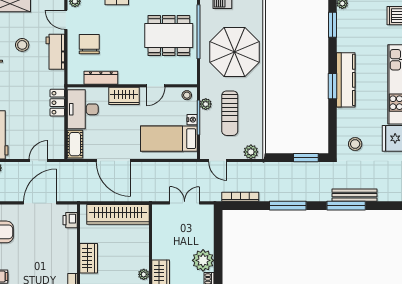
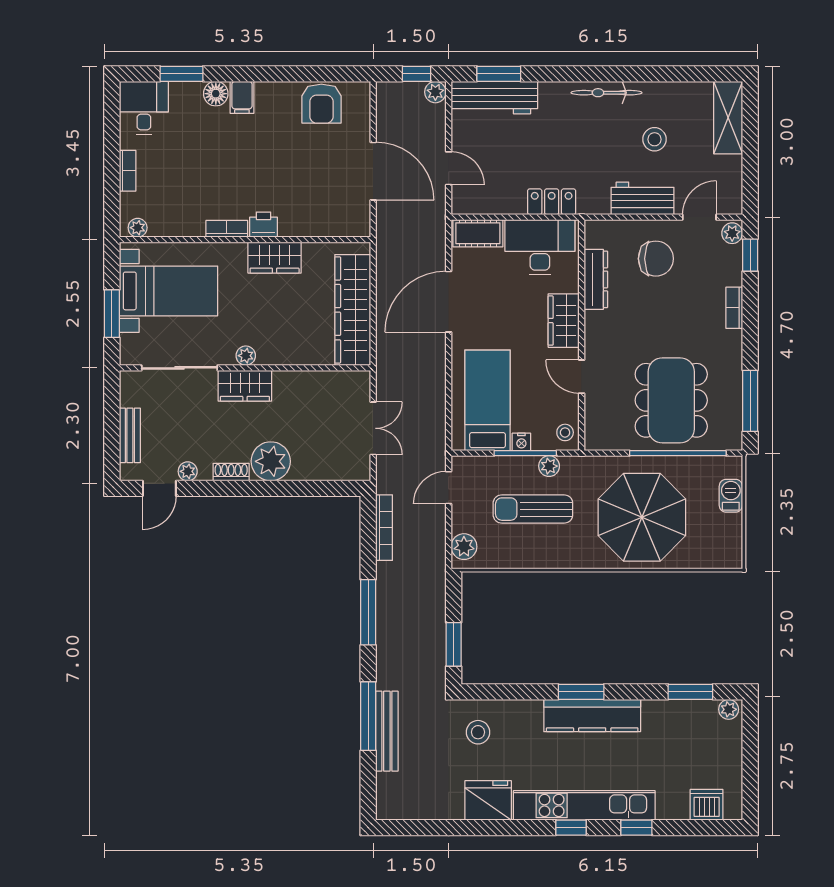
printer: (70, 220) -> (263, 225), moved

